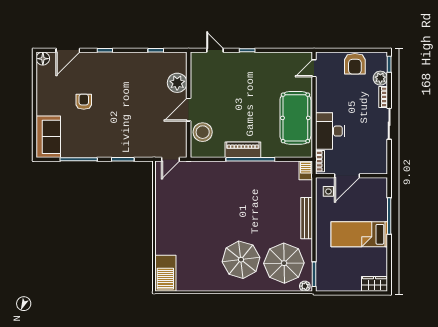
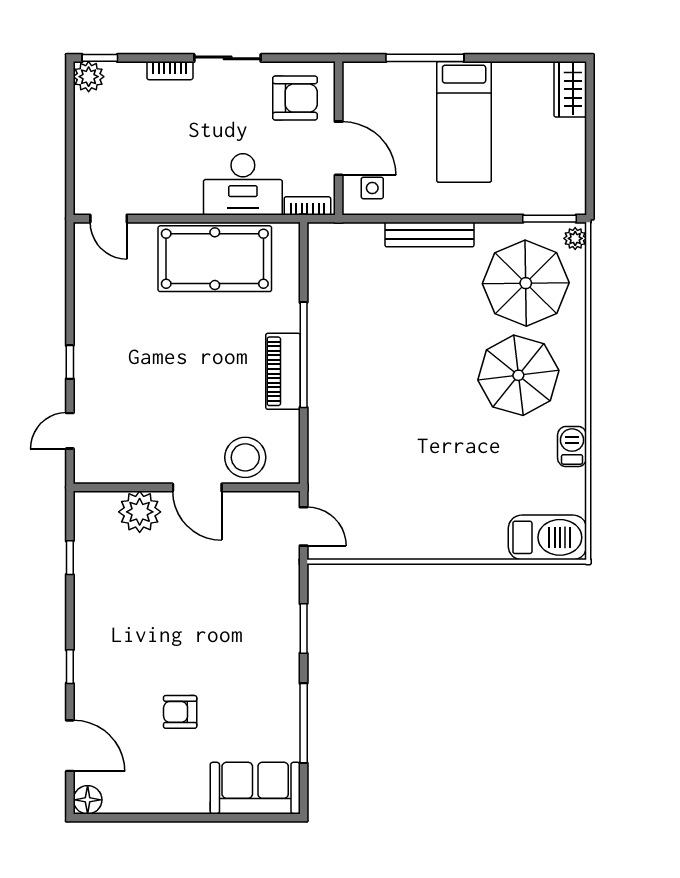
armchair: (355, 64) -> (295, 98), moved
plant: (380, 78) -> (89, 77), moved
barbecue: (306, 170) -> (572, 447), moved, turned 90

